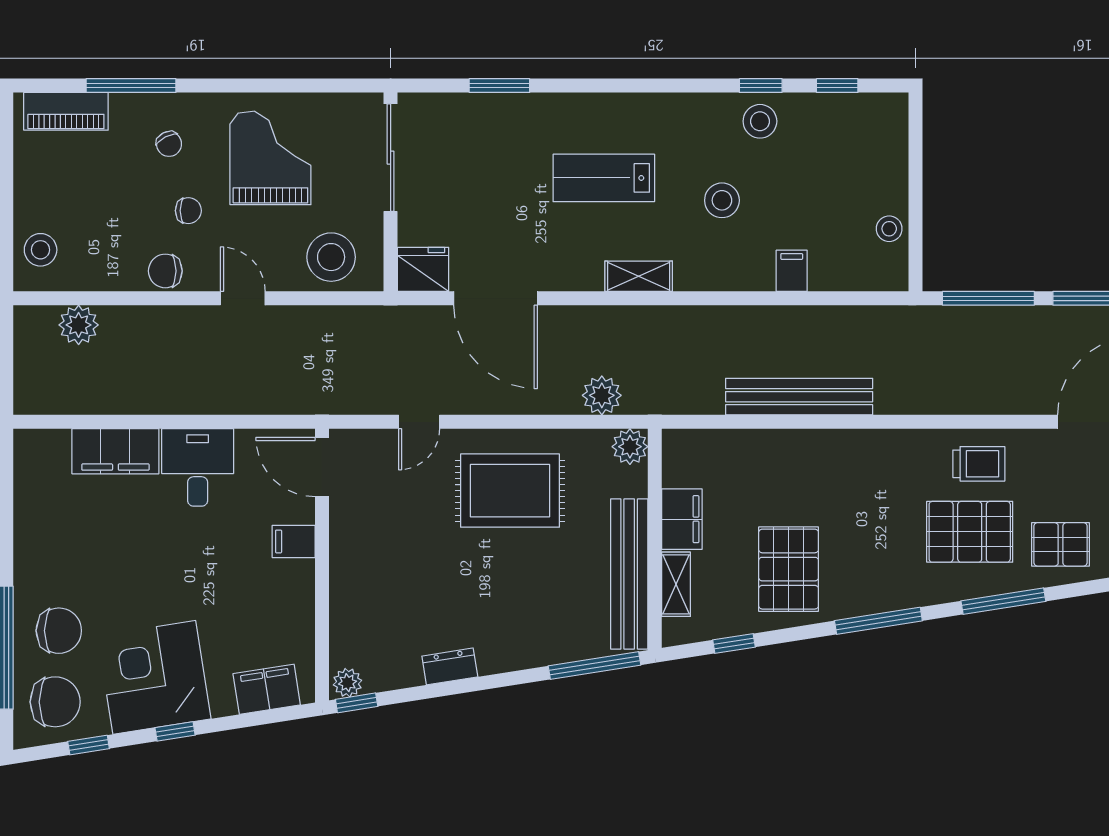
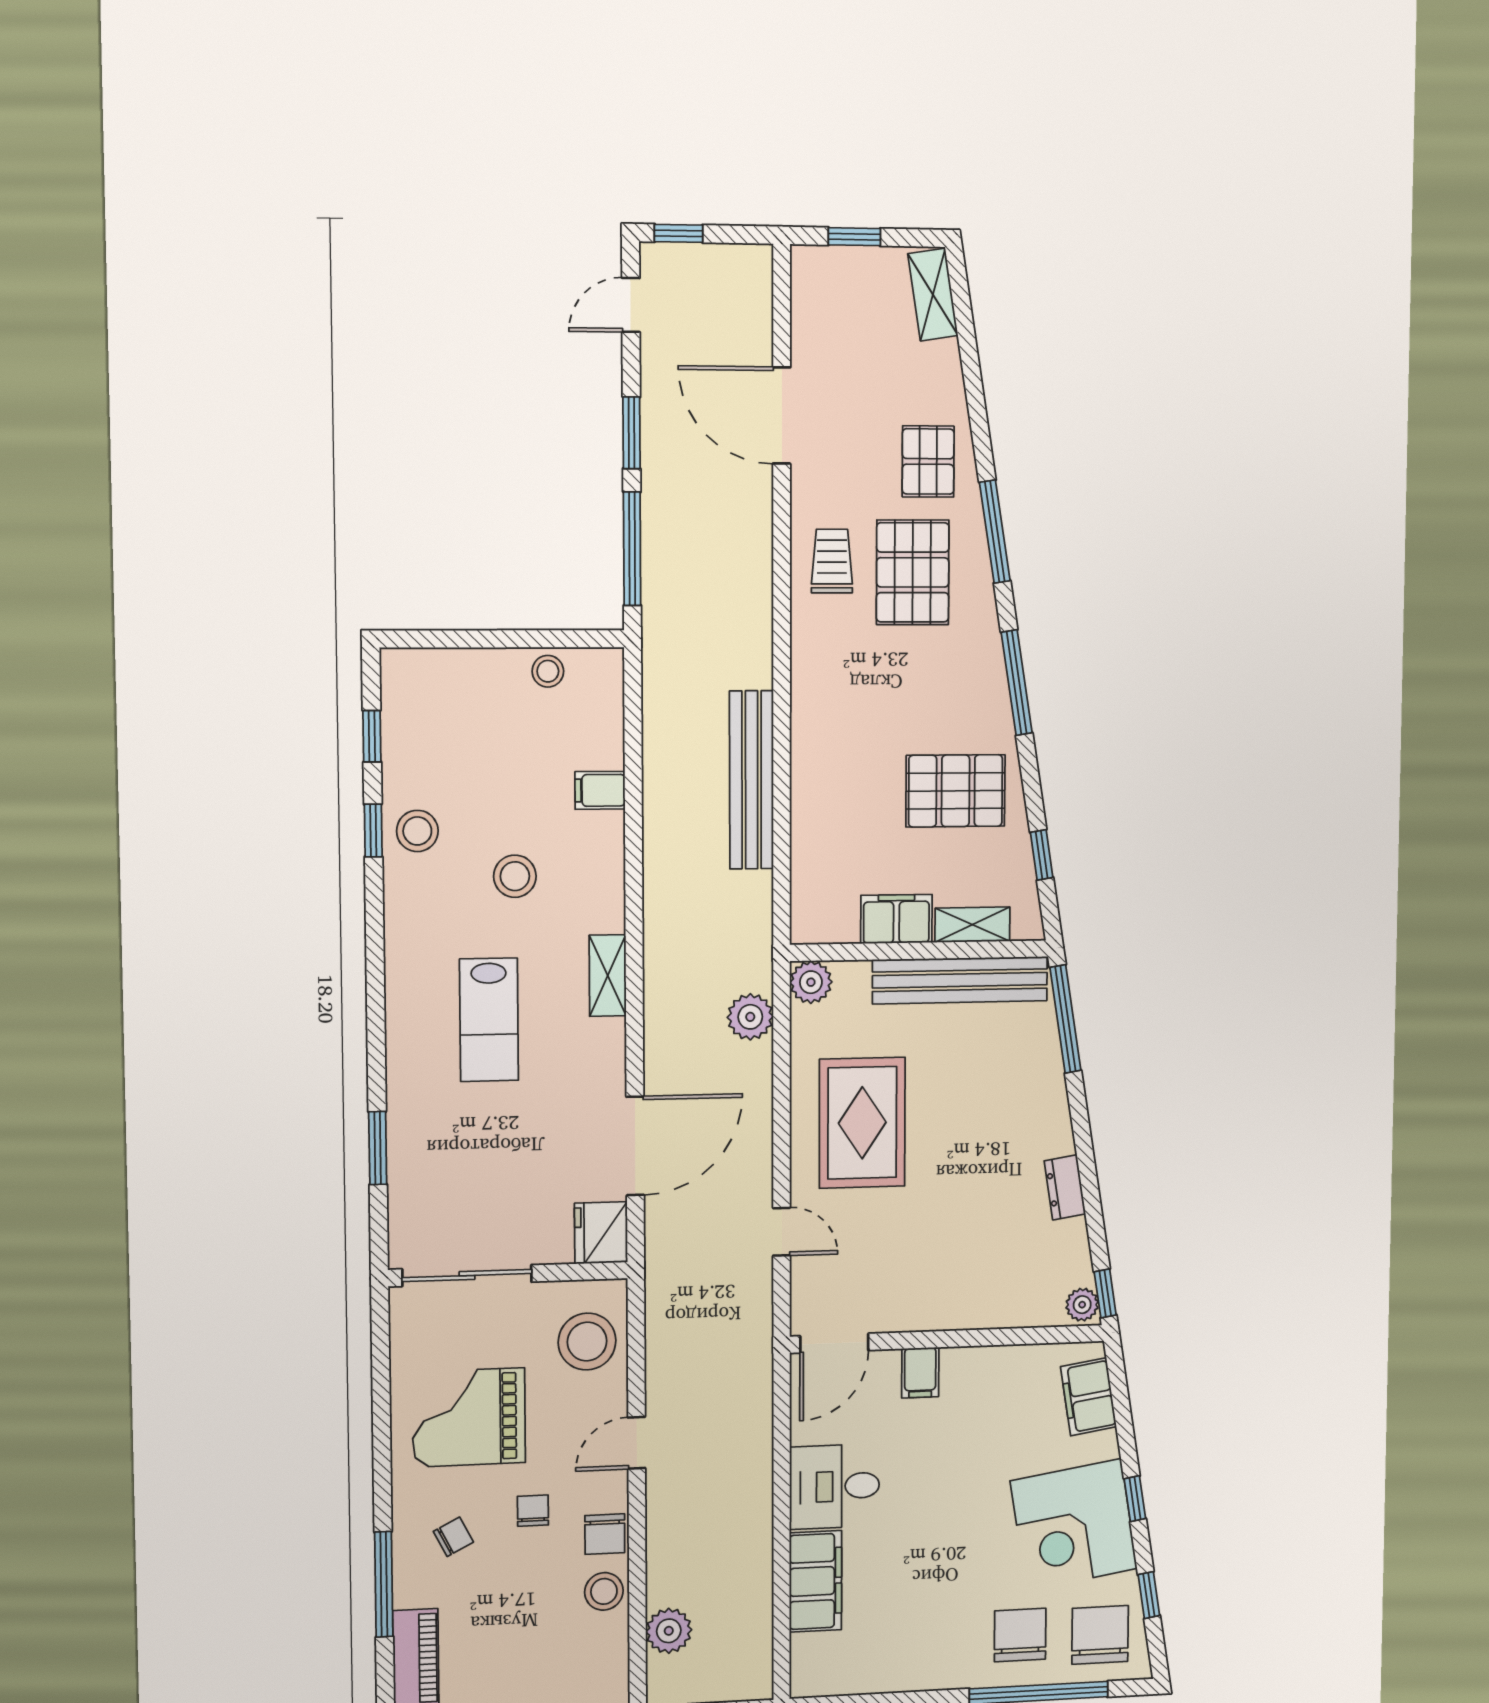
stool: (41, 250) -> (604, 1591), moved

